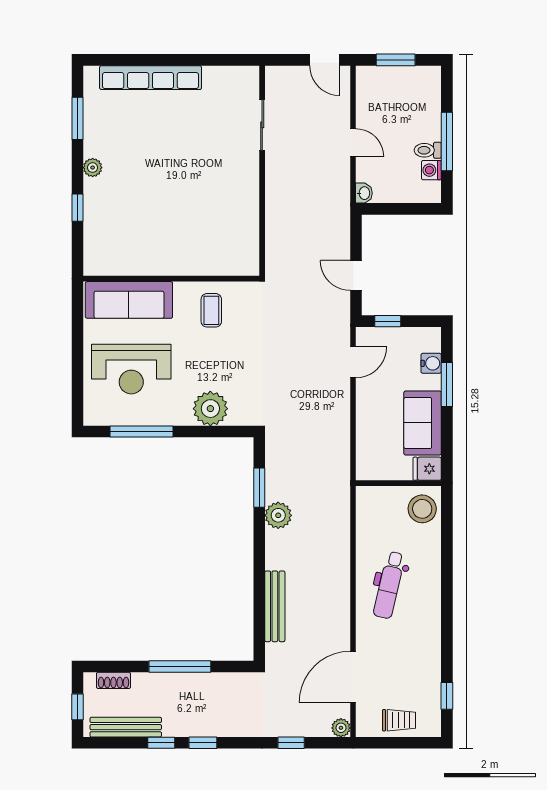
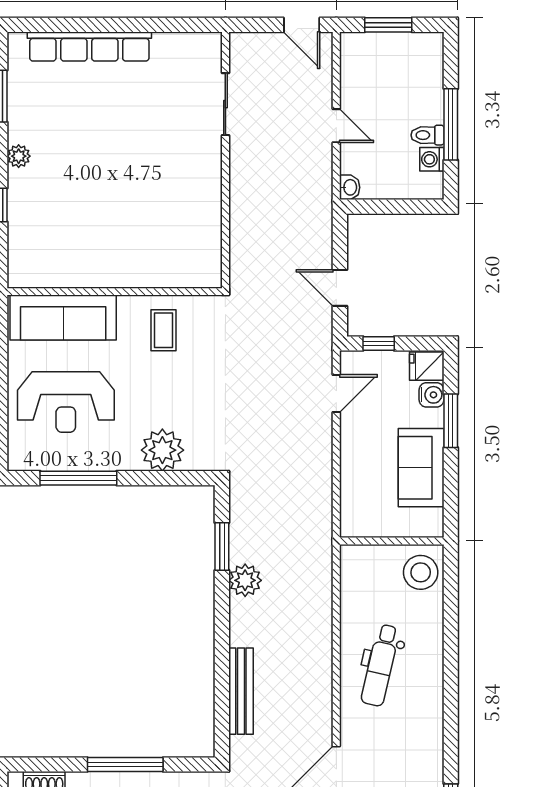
fridge: (427, 469) -> (427, 366), moved

